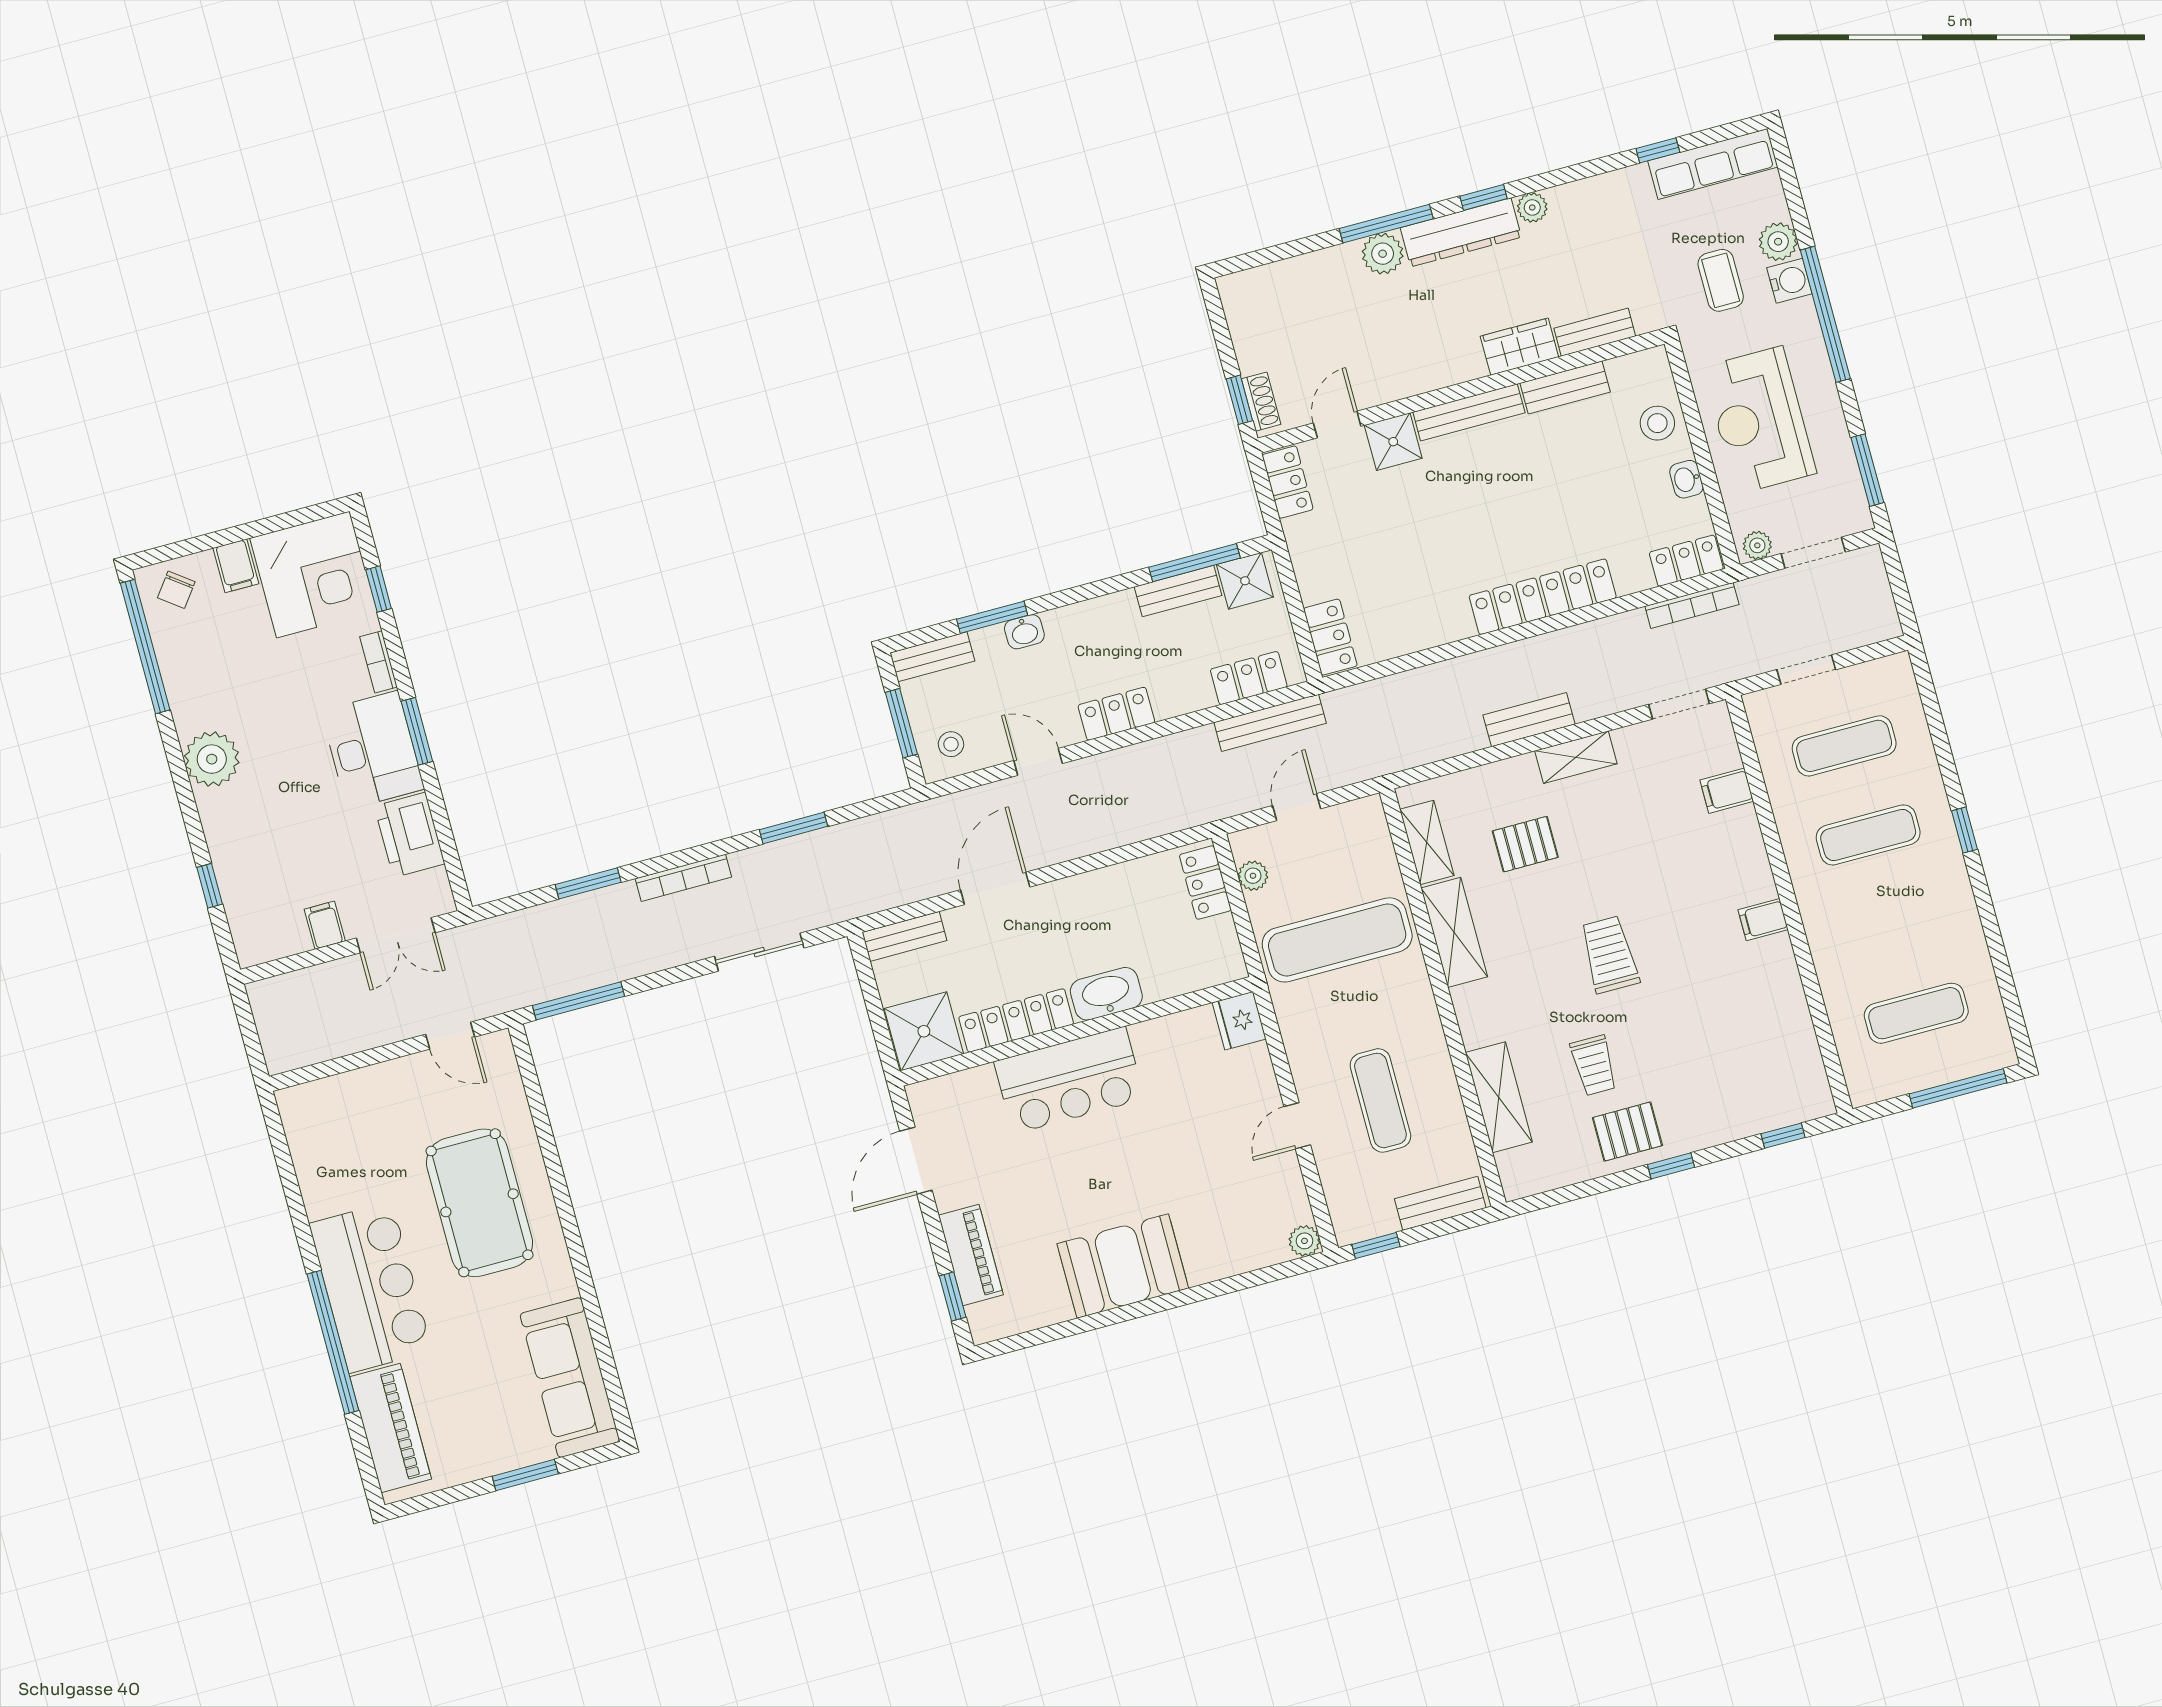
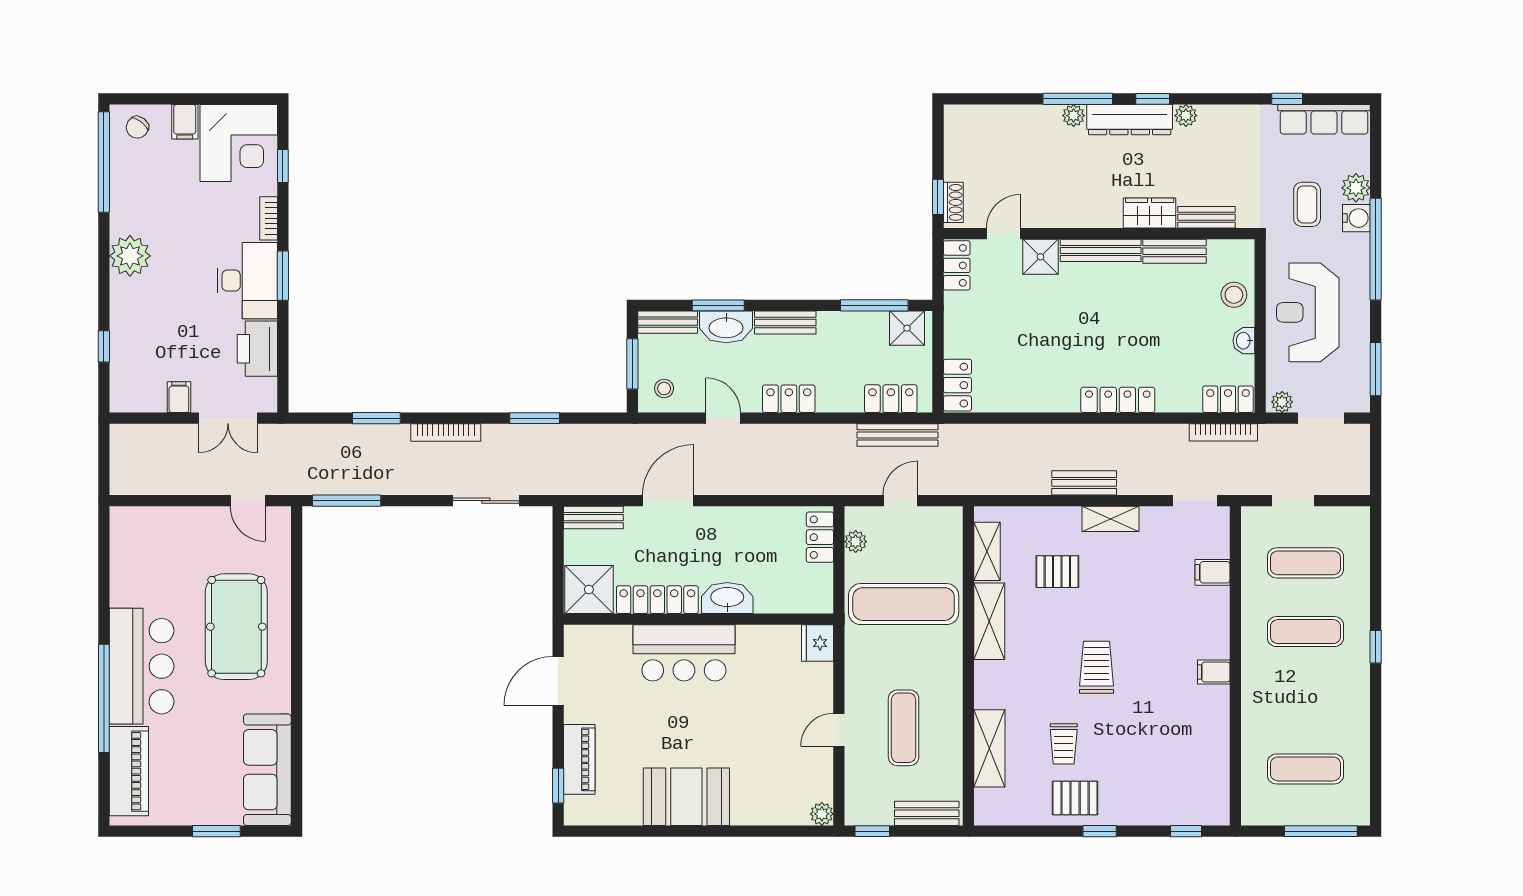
plant: (1383, 254) -> (1074, 116), width x0.73, depth x0.73
bench: (1178, 591) -> (785, 322), moved
locker: (1543, 597) -> (1118, 400), width x0.71, depth x0.83
washbasin: (1024, 632) -> (726, 327), width x1.91, depth x1.45

